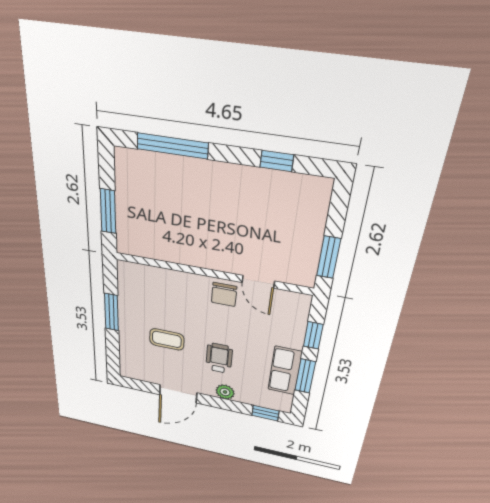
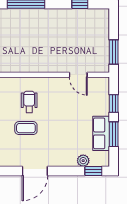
chair: (224, 294) -> (60, 87), removed
wheelchair: (219, 358) -> (29, 102), moved
plant: (225, 392) -> (83, 161), moved

